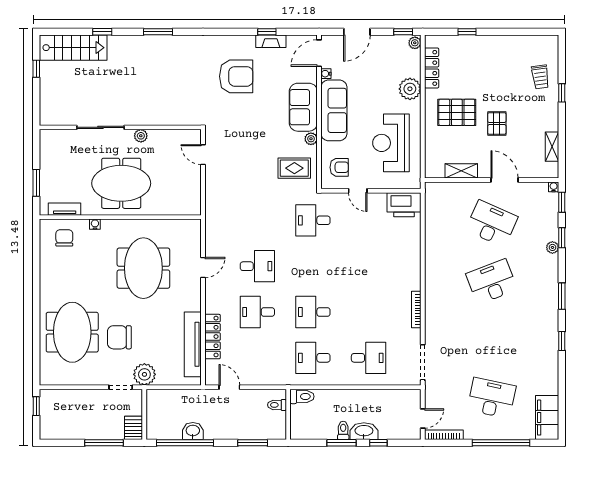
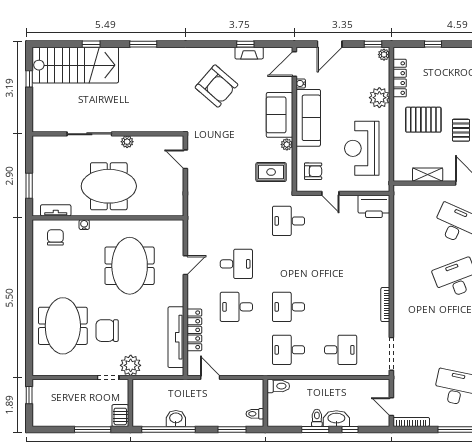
stairs: (73, 48) -> (75, 65), width x1.36, depth x1.51
armchair: (236, 76) -> (217, 86), turned 41
toilet: (277, 405) -> (255, 414), moved
door: (423, 418) -> (391, 407), swing flipped

